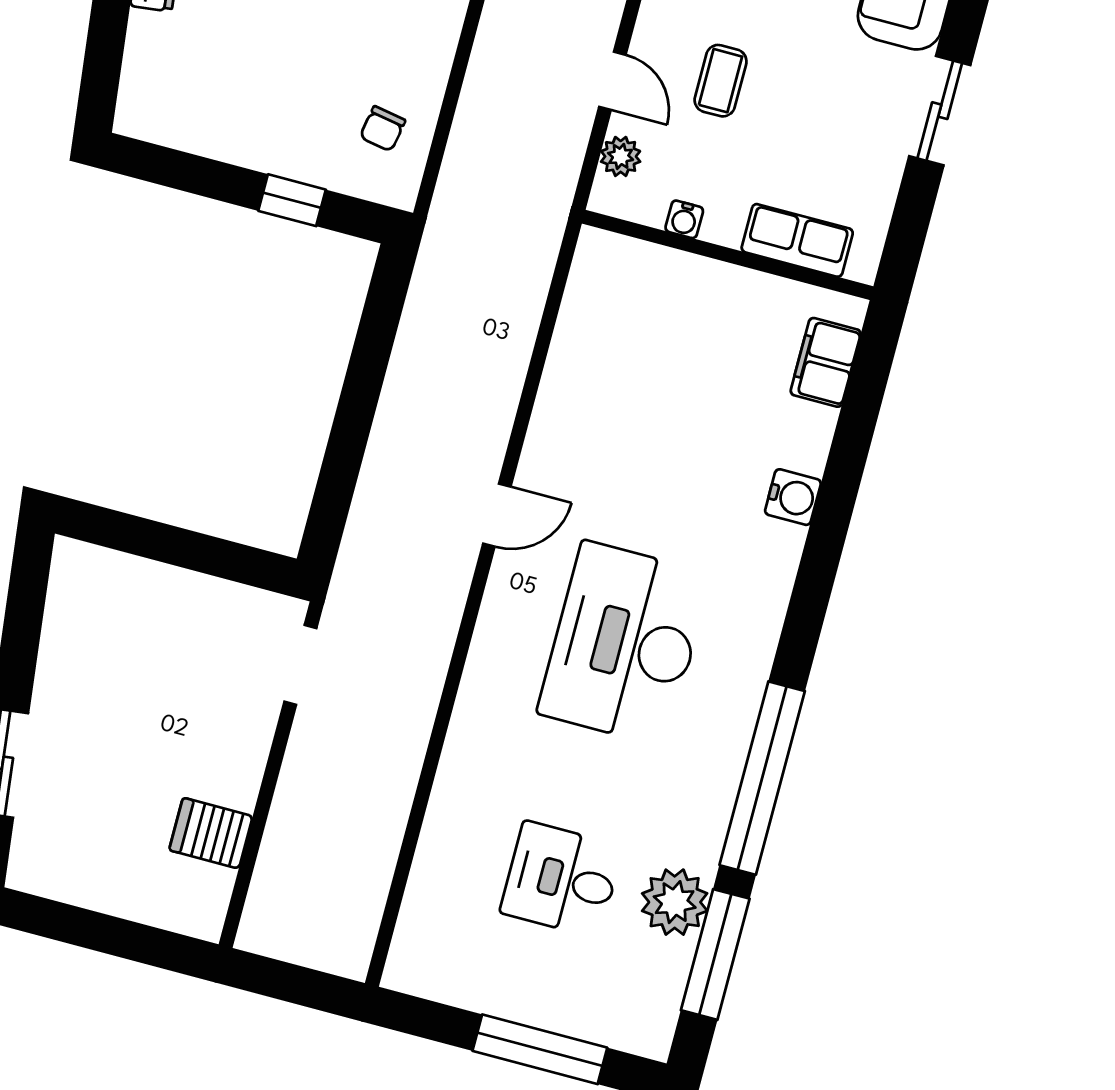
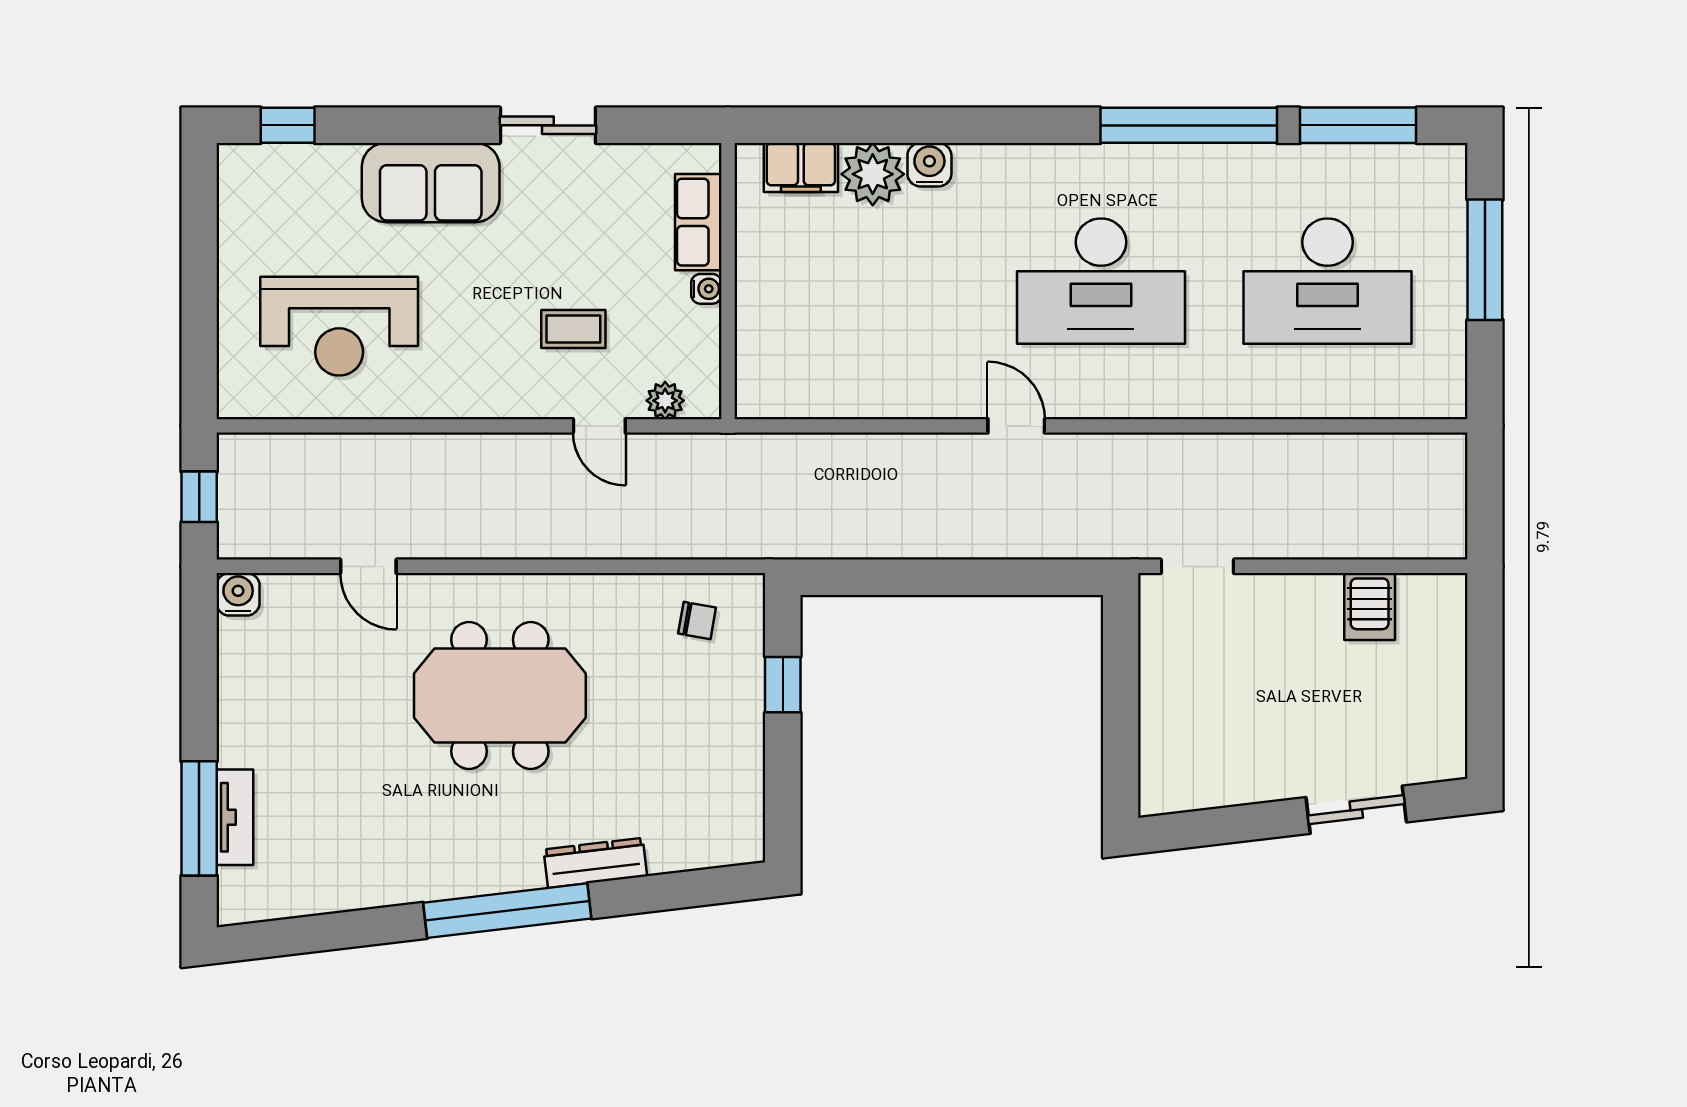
door: (612, 81) -> (599, 426), swing flipped
water cooler: (684, 219) -> (706, 289), moved
desk: (561, 879) -> (1328, 281), width x1.87, depth x1.30
plant: (675, 902) -> (873, 174), moved

